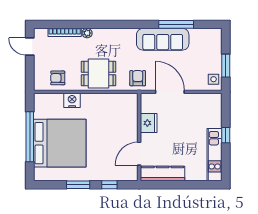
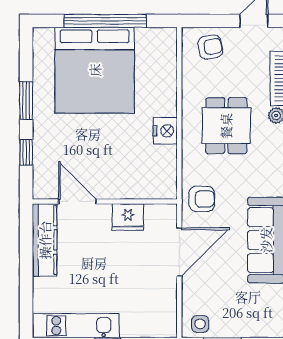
dining table: (98, 74) -> (226, 126), moved
armchair: (58, 78) -> (210, 47), moved, turned 79
nightstand: (72, 100) -> (165, 131), moved

